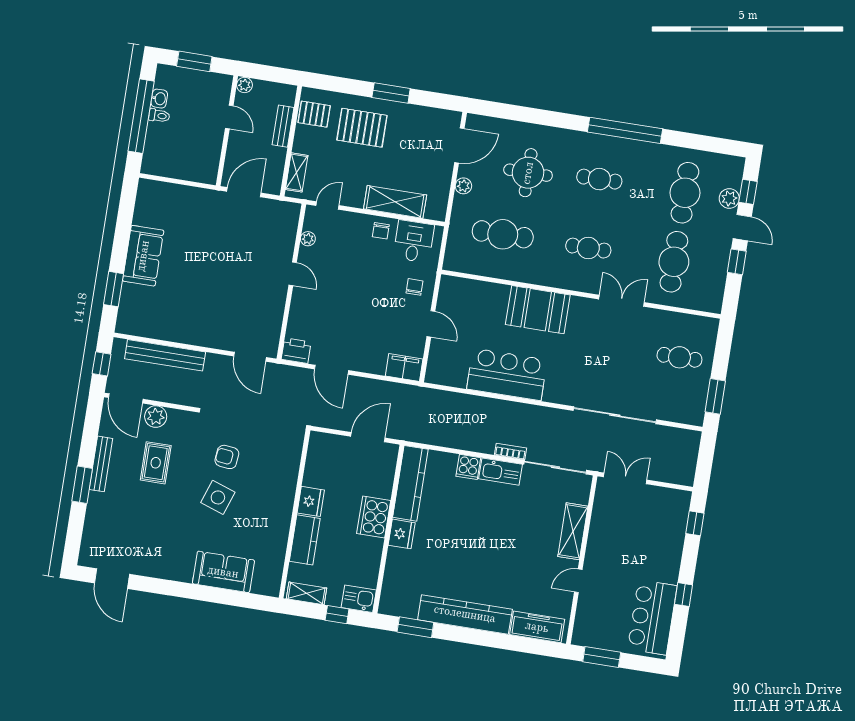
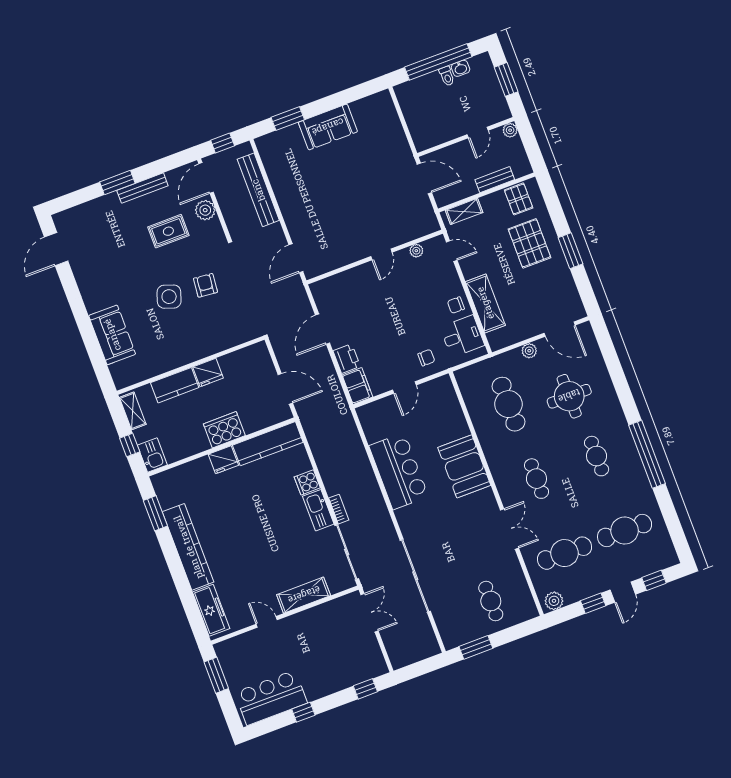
plant: (729, 198) -> (554, 601), moved
printer: (296, 351) -> (347, 359), moved

